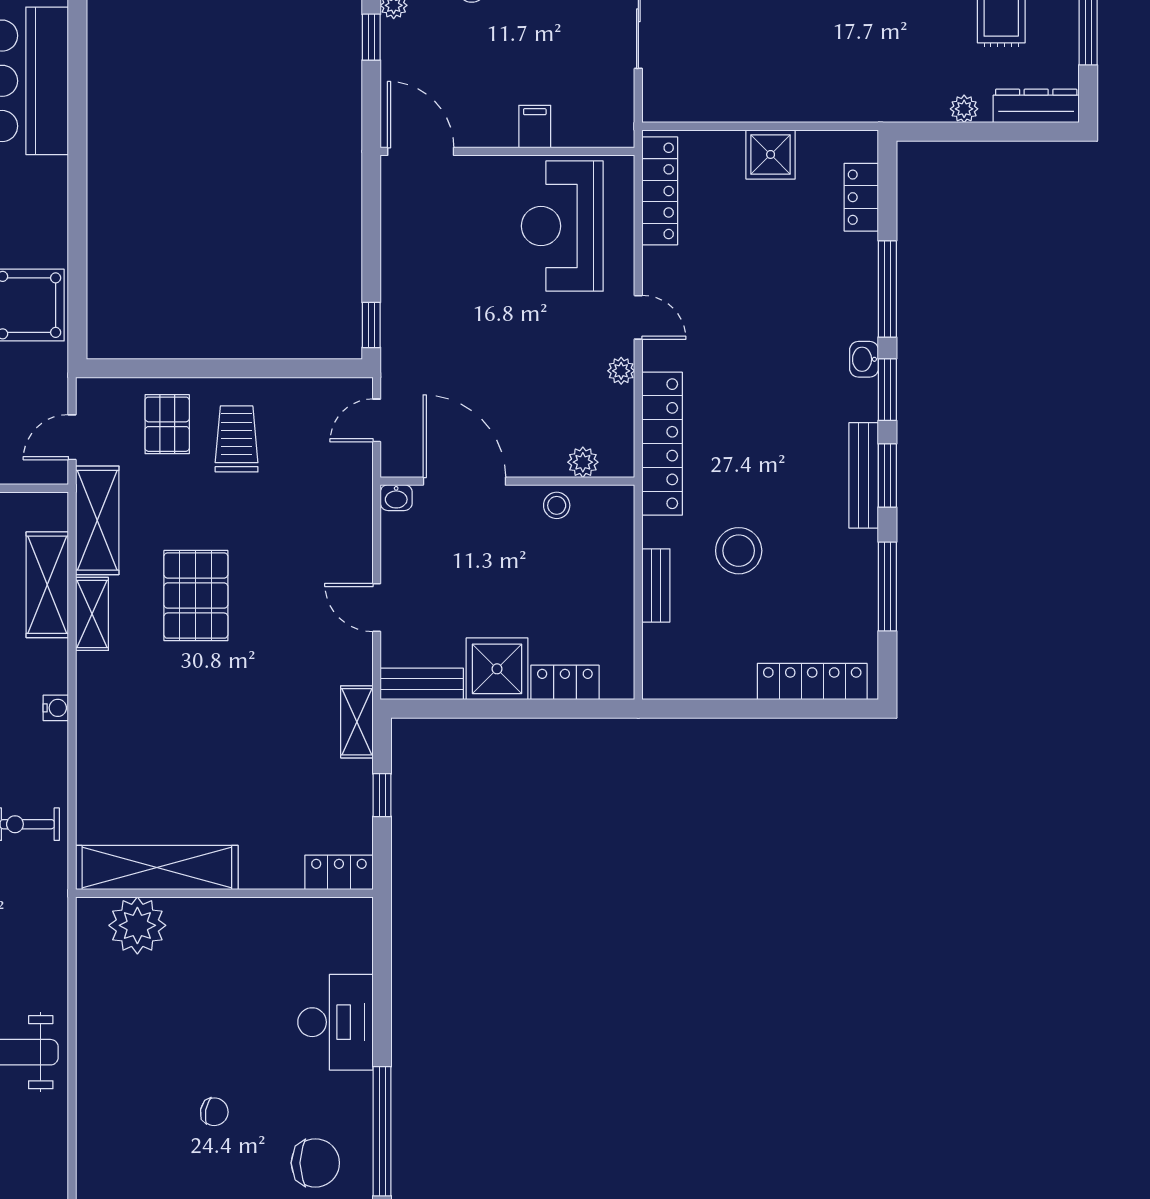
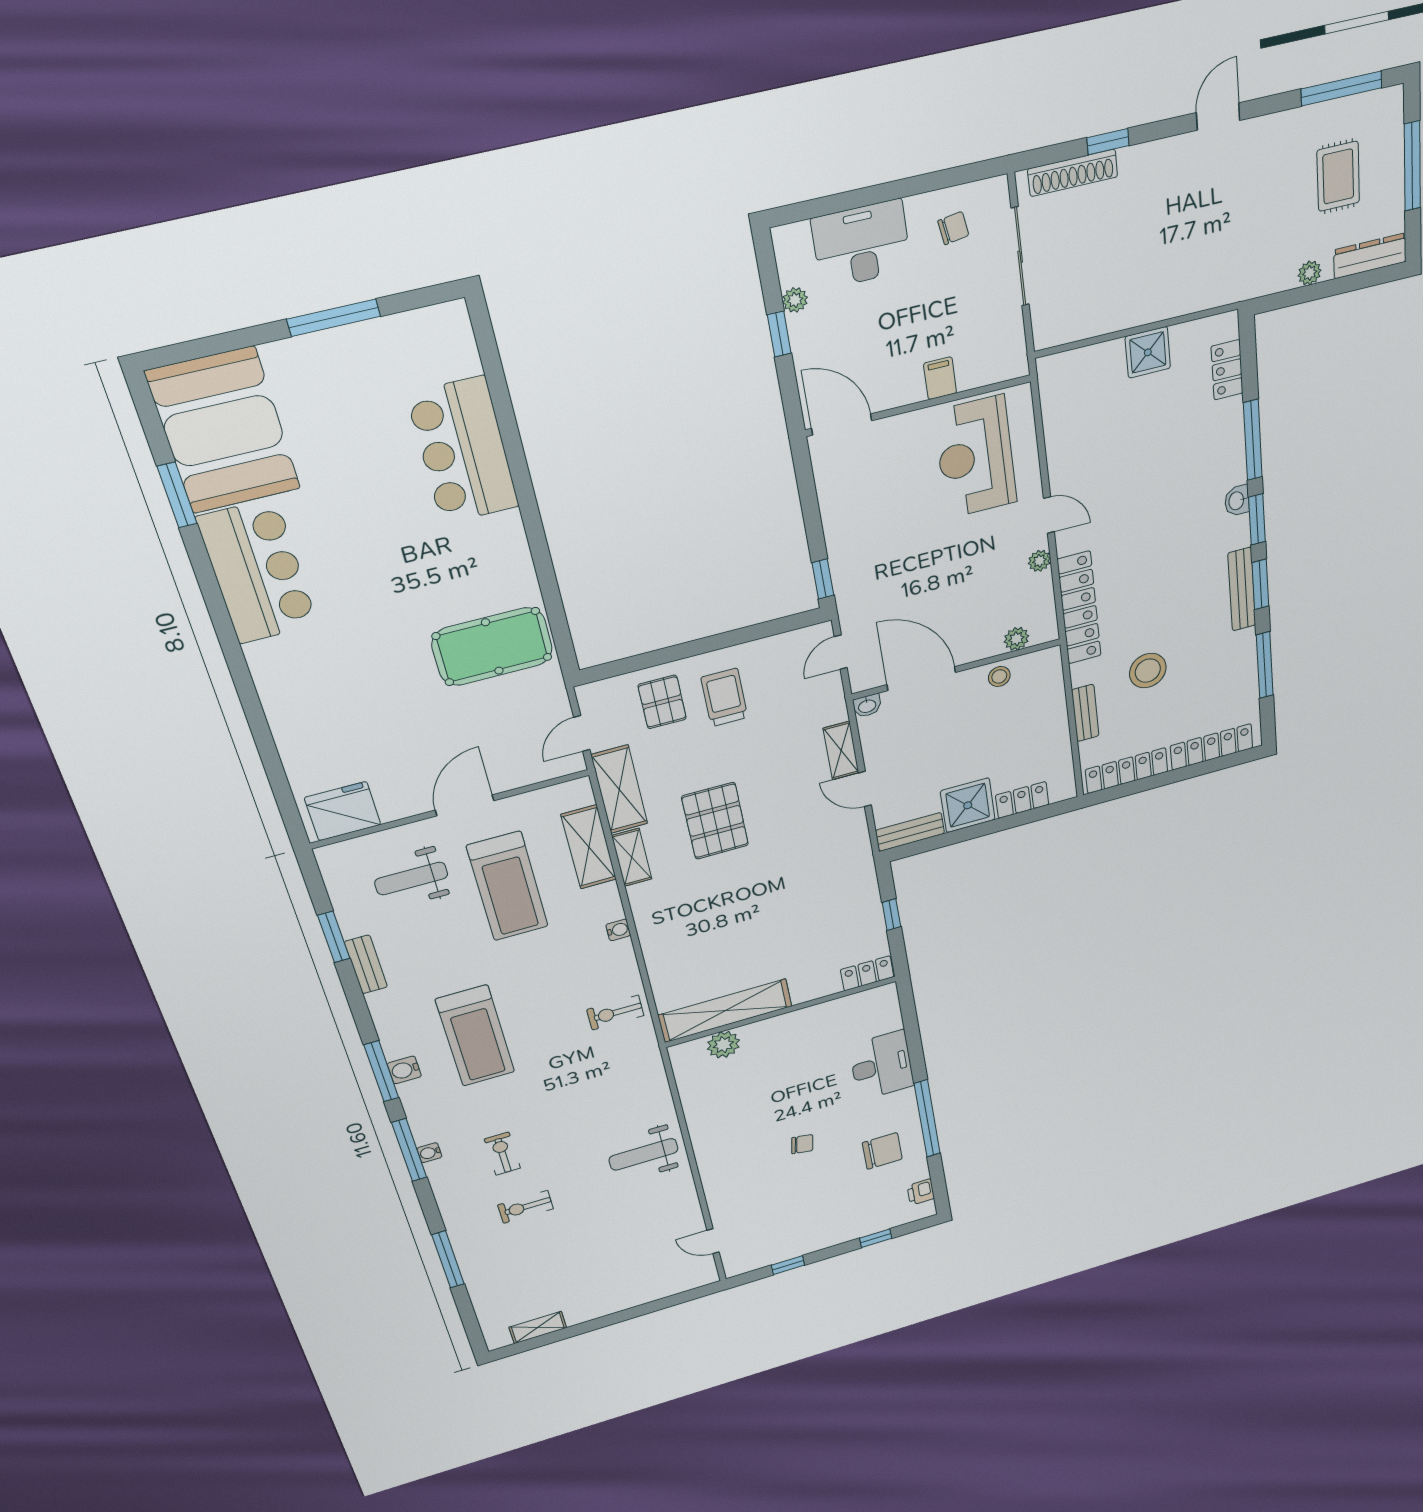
locker: (660, 191) -> (1127, 771), moved, turned -90
shelving: (357, 722) -> (841, 751), moved
plant: (137, 925) -> (723, 1045), width x0.73, depth x0.73

